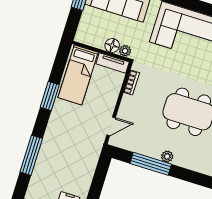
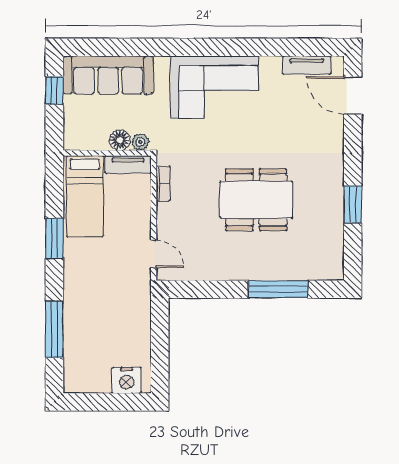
door: (111, 126) -> (154, 254), hinge flipped
plant: (167, 156) -> (245, 272), removed
window: (151, 164) -> (278, 289), moved

